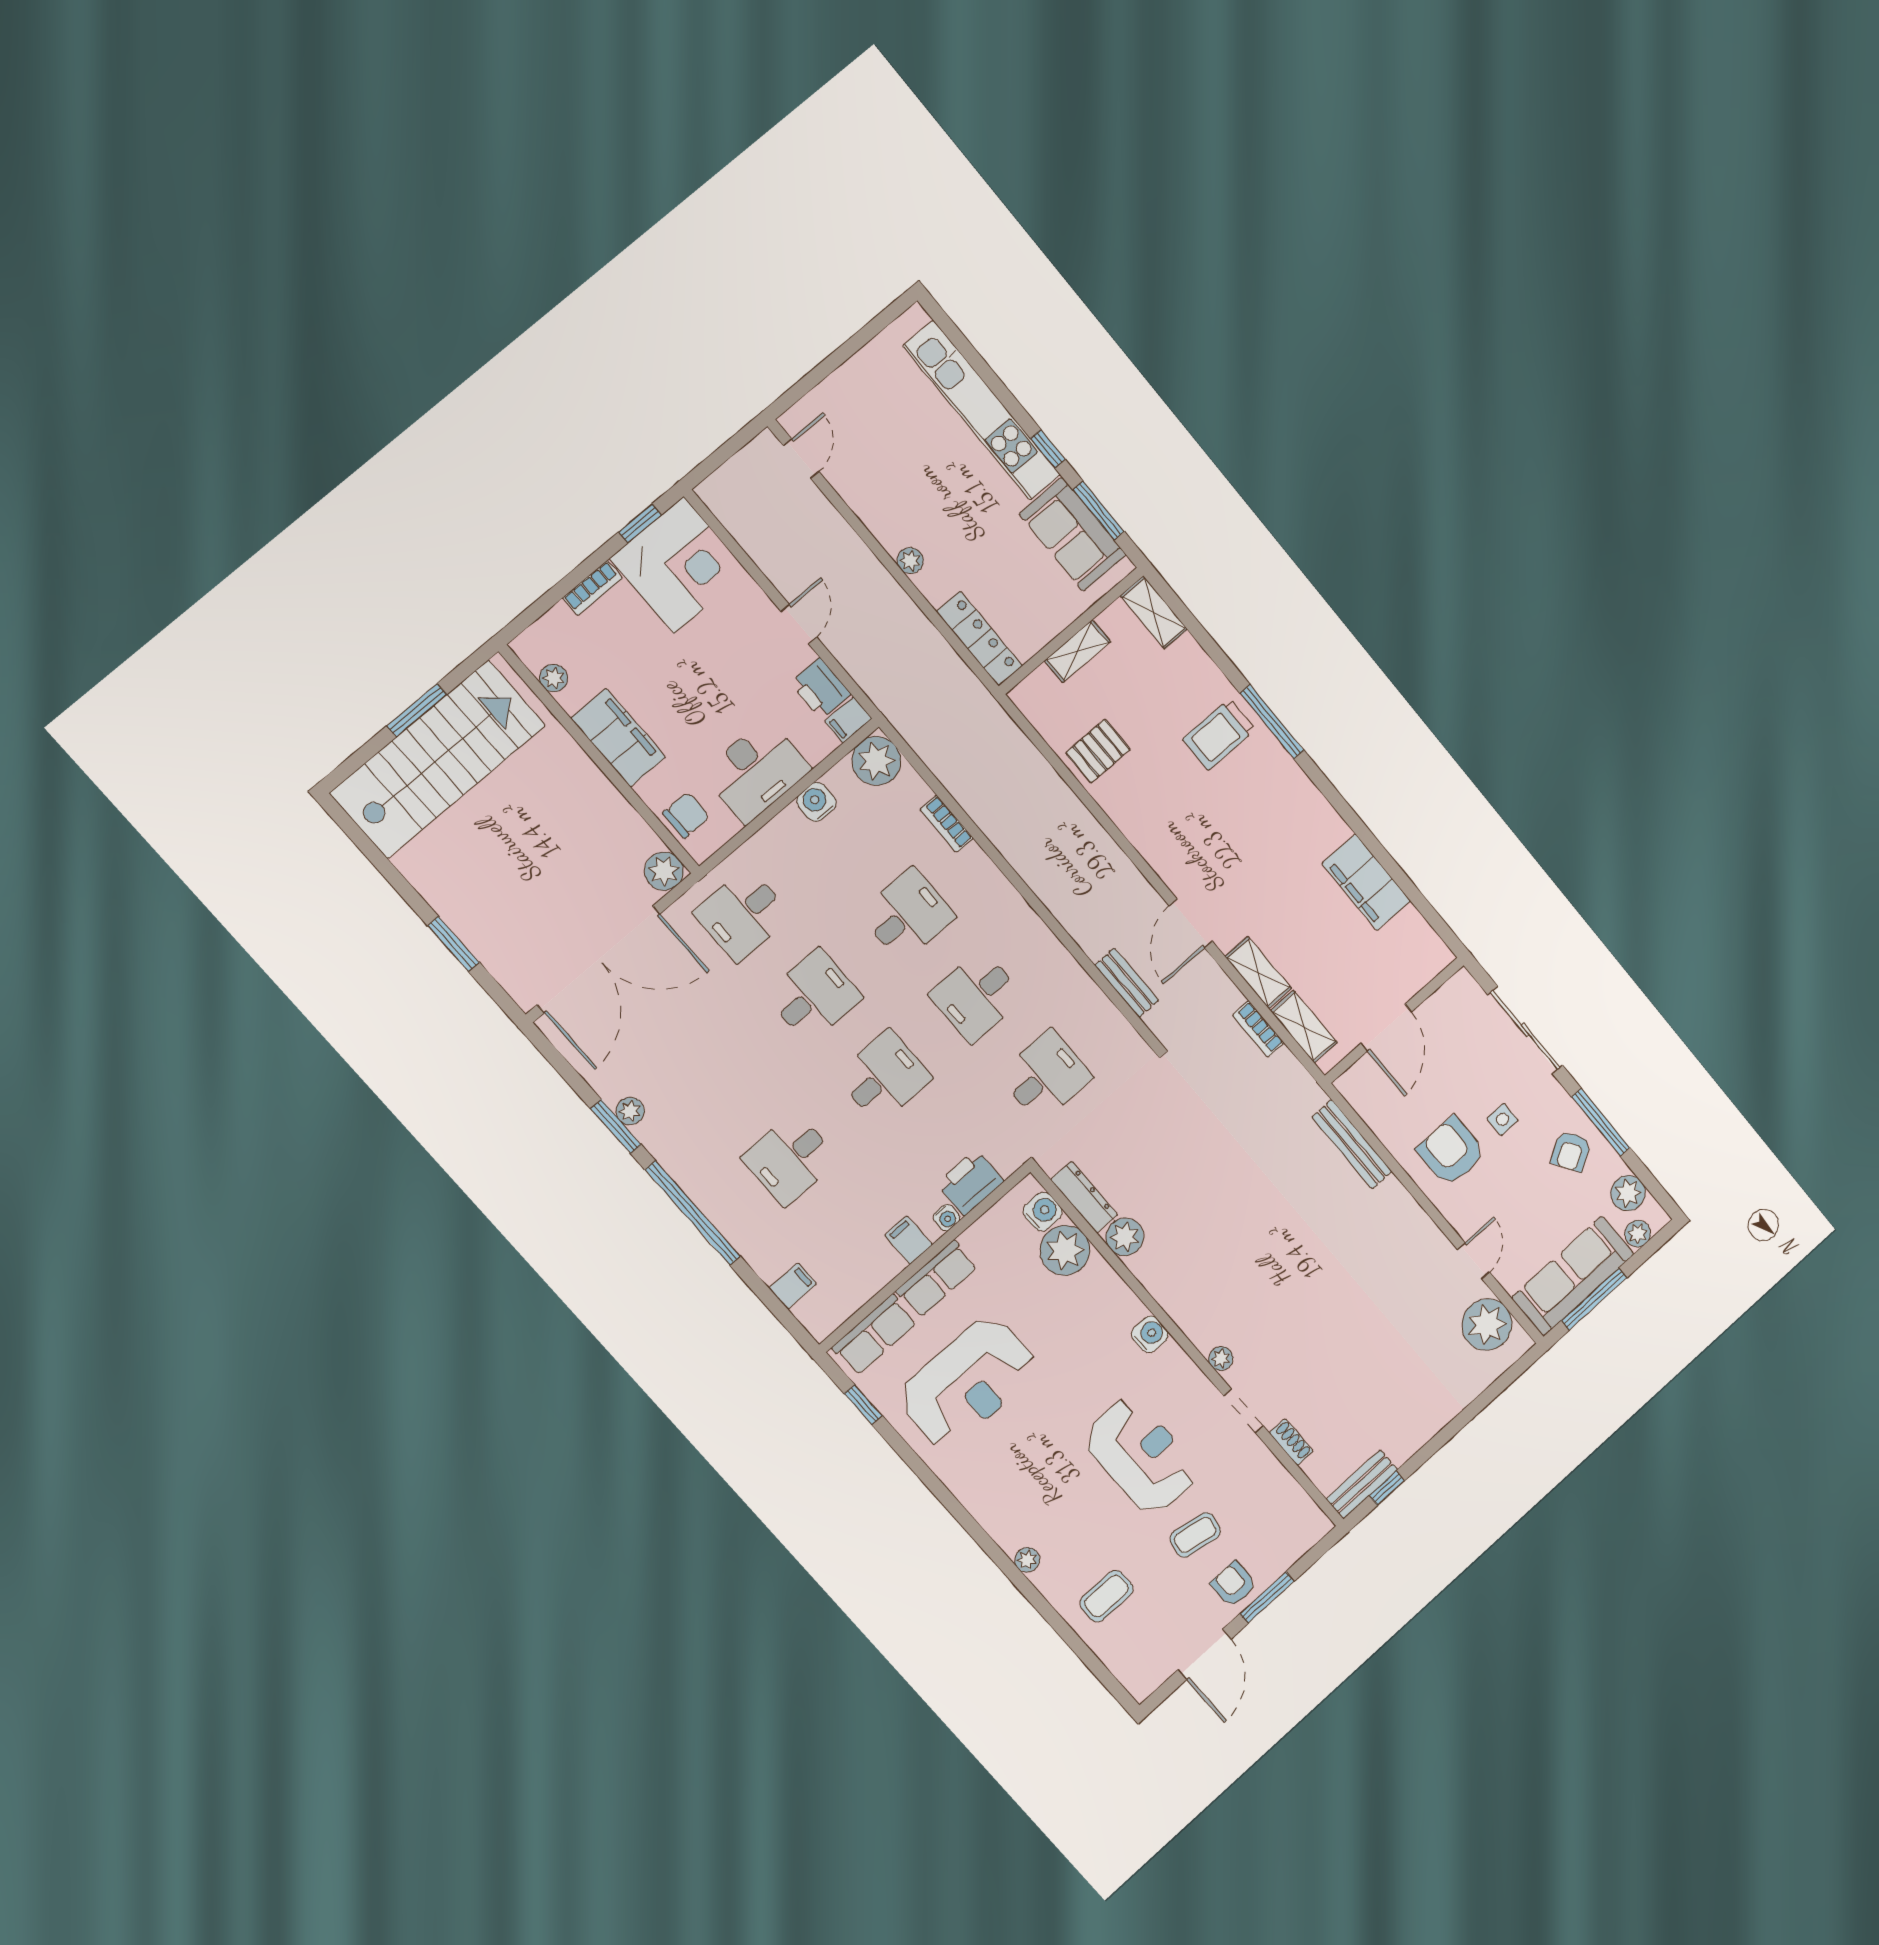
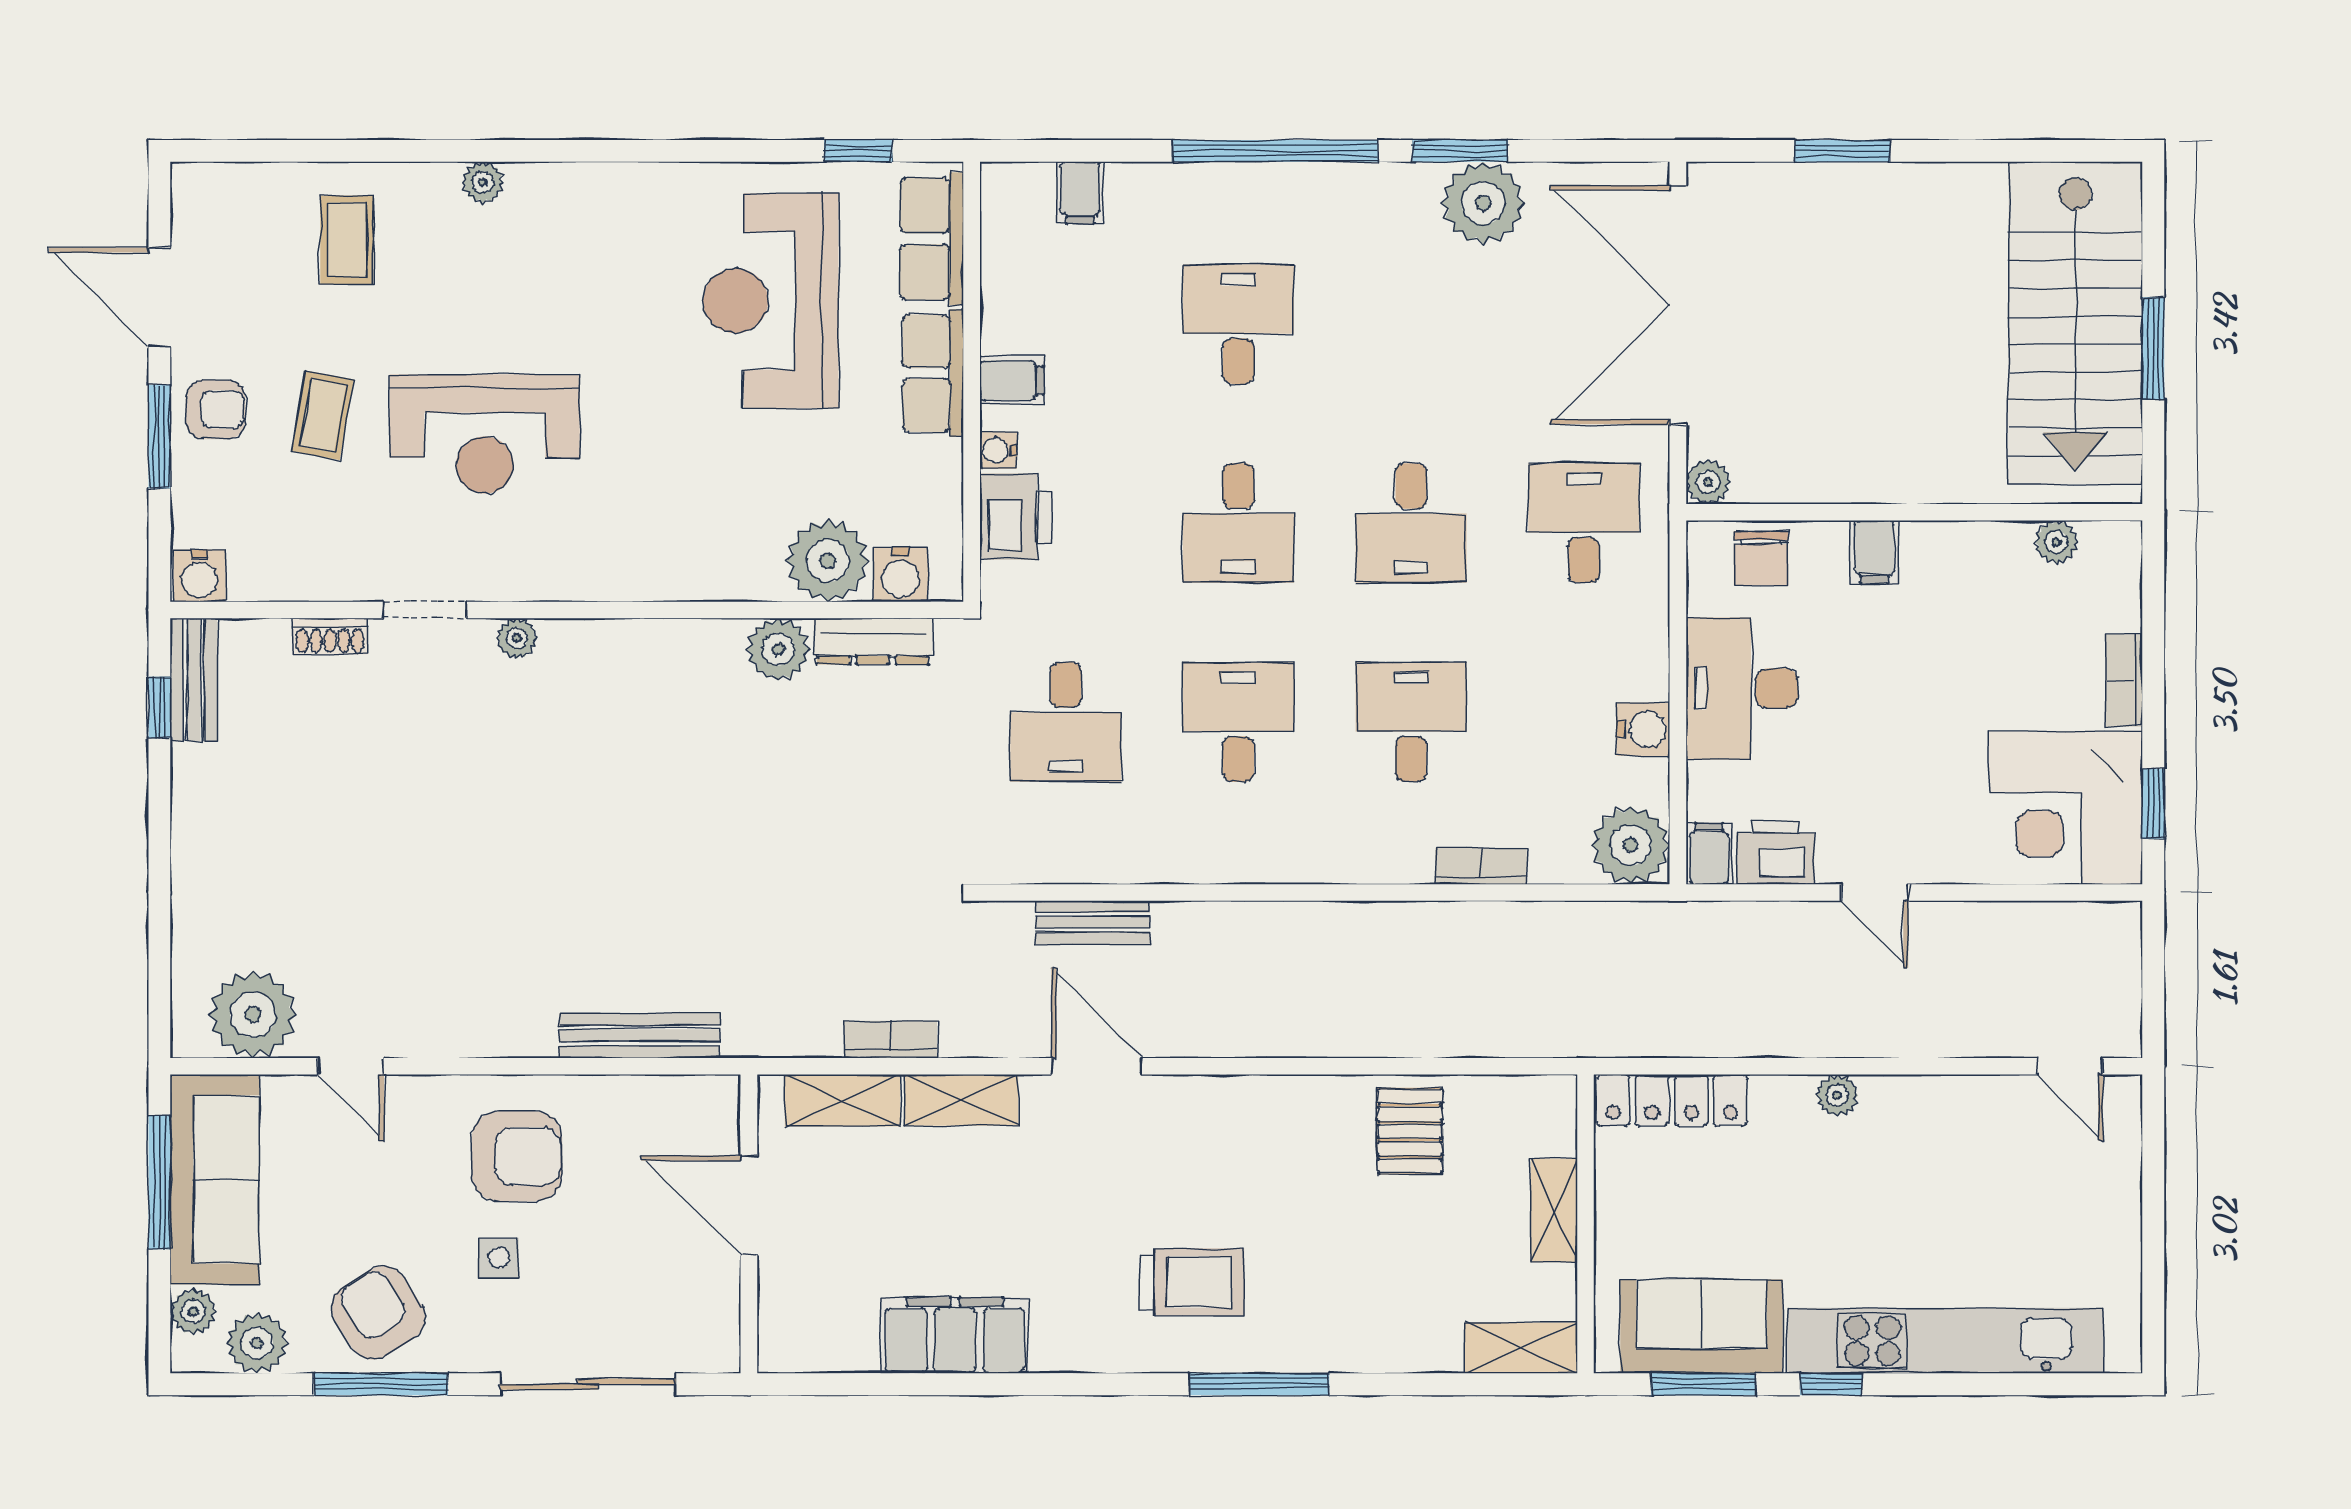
trolley: (1219, 734) -> (1192, 1282), moved, turned 90
filing cabinet: (618, 738) -> (1874, 552), width x0.33, depth x0.86
plant: (664, 871) -> (1708, 482), width x0.73, depth x0.73
desk: (907, 915) -> (1411, 722), turned 180
plant: (630, 1111) -> (1483, 203), width x1.87, depth x1.87
armchair: (1571, 1151) -> (378, 1313), width x1.38, depth x1.38
water cooler: (1150, 1334) -> (199, 576), moved

